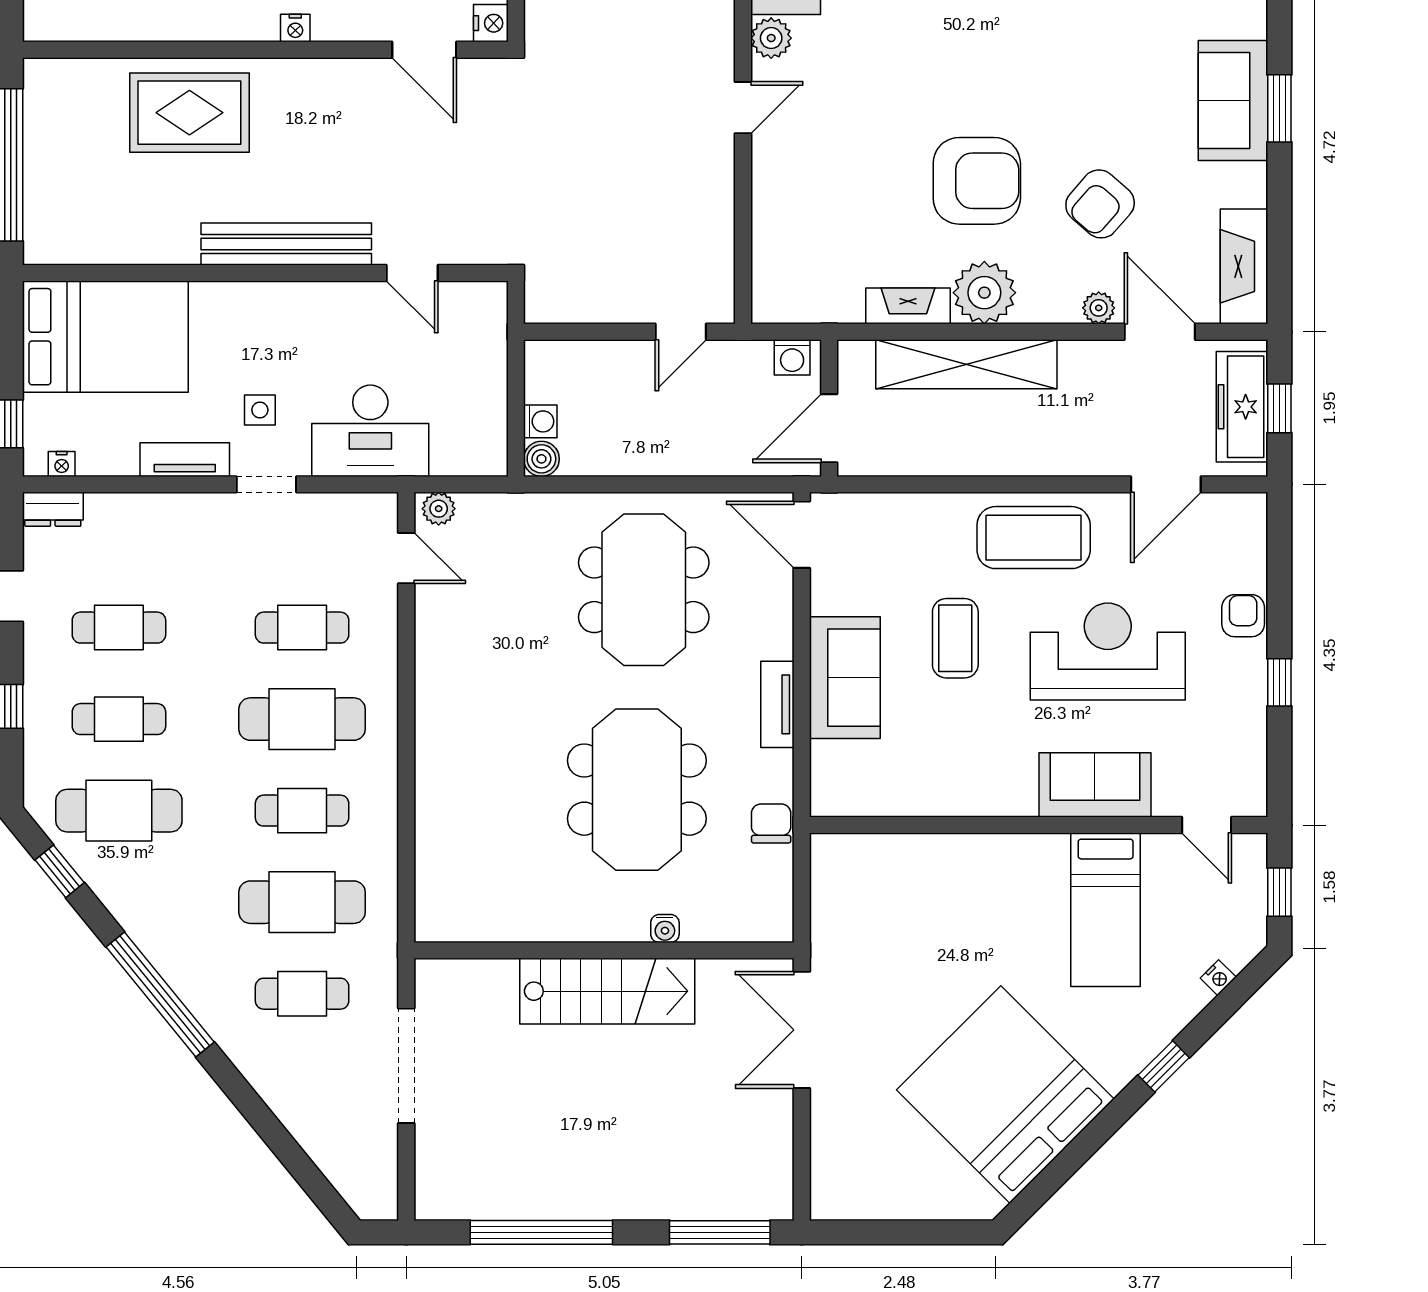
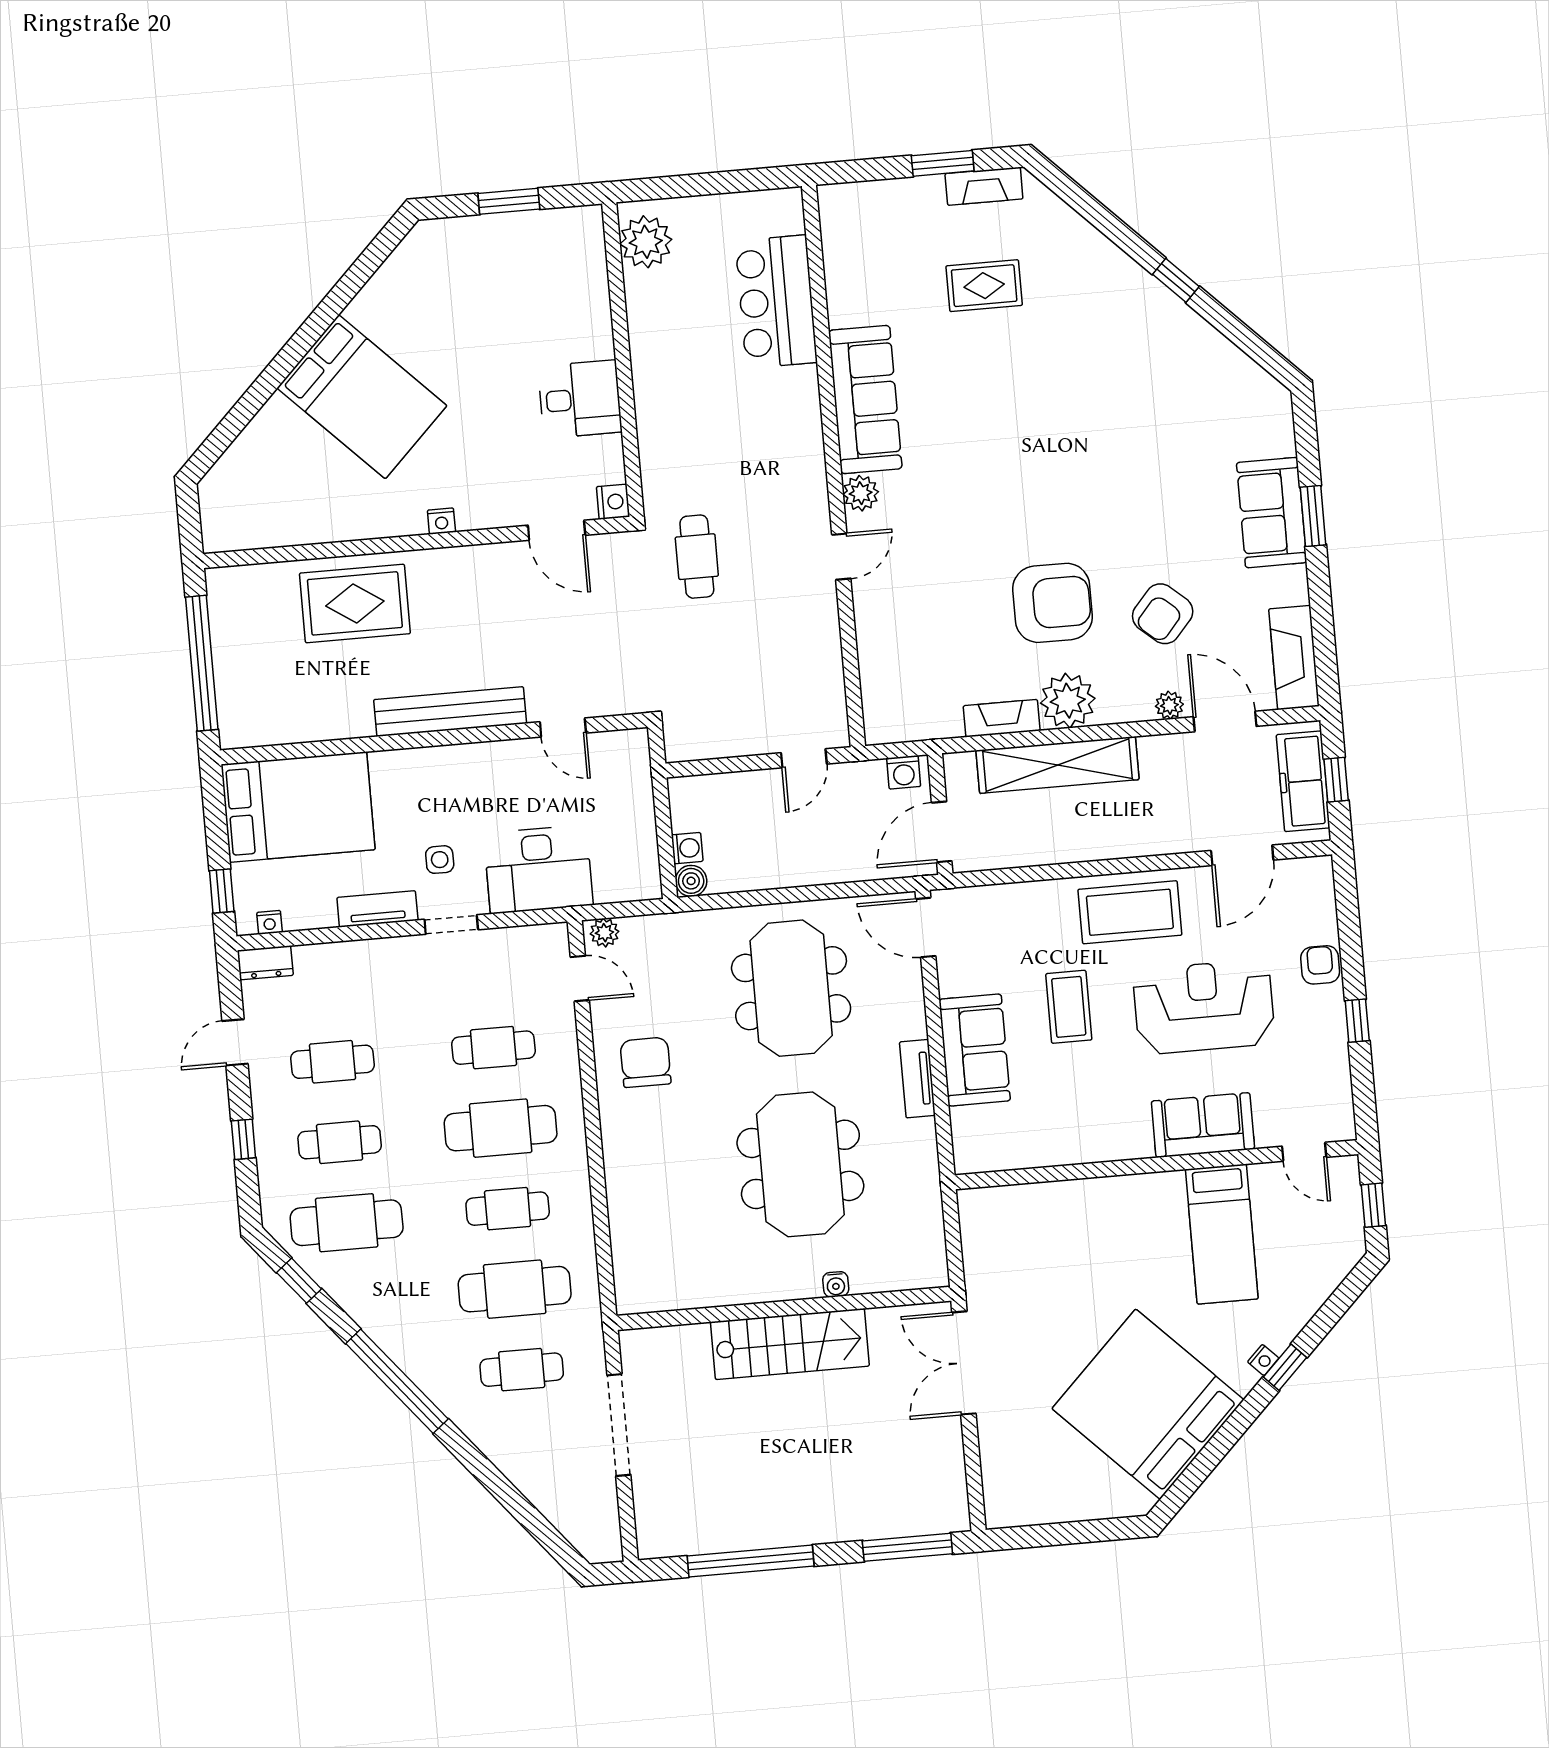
cafe table: (580, 93) -> (697, 557), added
chair: (771, 823) -> (646, 1062), moved, width x1.37, depth x1.37
nightstand: (1218, 978) -> (1263, 1360), moved

